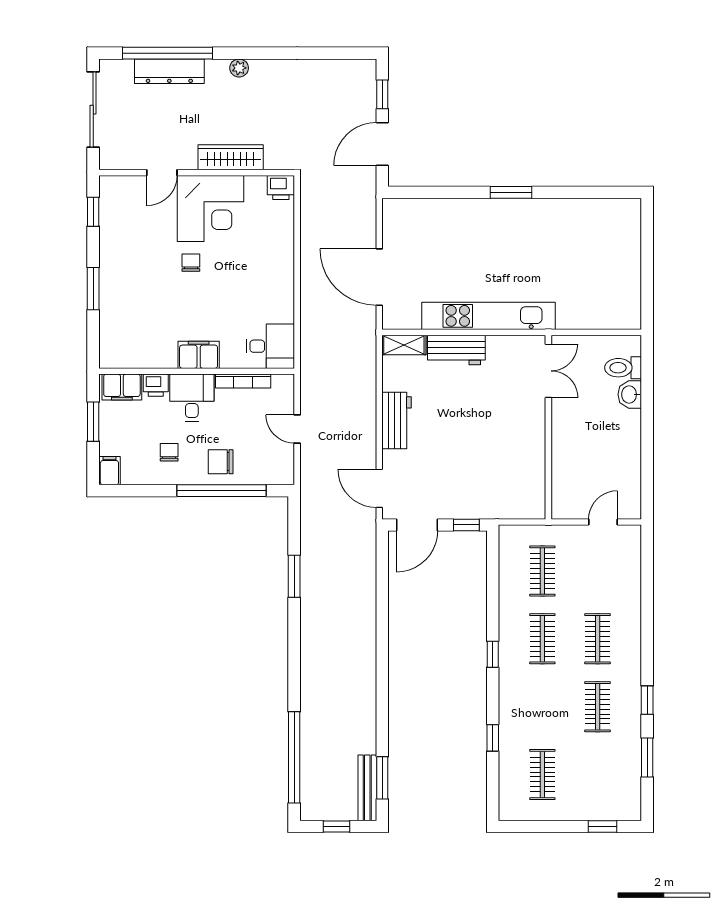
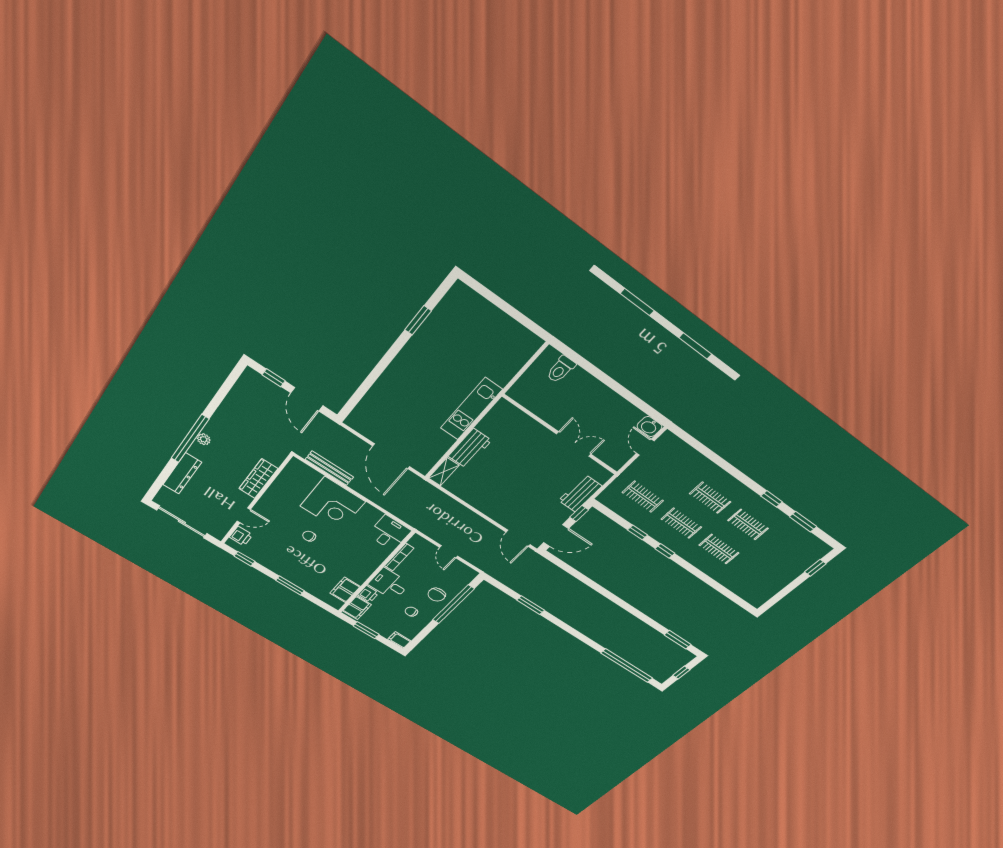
window: (167, 53) -> (190, 439), moved
door: (162, 173) -> (244, 515), hinge flipped
printer: (281, 187) -> (241, 536), moved
window: (511, 192) -> (418, 320), moved
corner desk: (210, 208) -> (333, 504), moved, turned 90
door: (379, 277) -> (391, 456), hinge flipped
kitchen unit: (488, 316) -> (471, 409), width x0.73
filing cabinet: (199, 355) -> (345, 590), moved
double door: (548, 371) -> (574, 444), moved
washbasin: (630, 394) -> (649, 427), moved
workbench: (397, 420) -> (580, 493), moved, turned -90
door: (297, 429) -> (449, 552), hinge flipped
door: (379, 488) -> (518, 538), hinge flipped
door: (417, 525) -> (556, 536), hinge flipped
window: (493, 738) -> (637, 532), moved
clothes rail: (542, 775) -> (719, 549), moved
bench: (367, 788) -> (329, 468), moved

